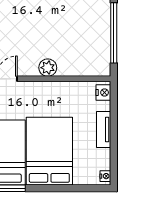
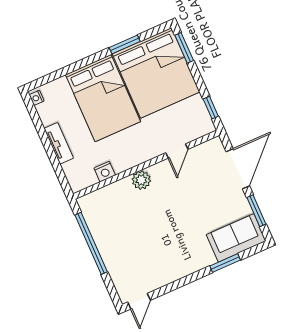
nightstand: (103, 93) -> (105, 172), moved, turned -90

